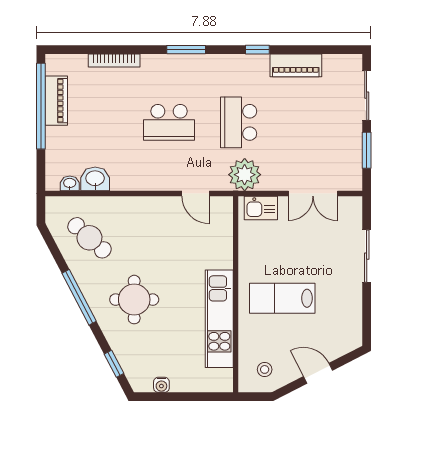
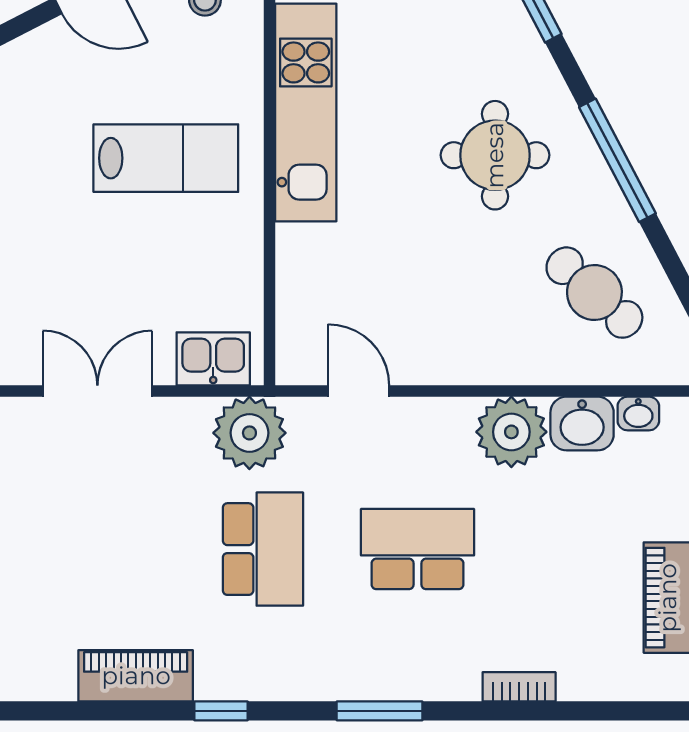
bookcase: (114, 60) -> (519, 687), width x0.64
plant: (127, 175) -> (511, 432), added

